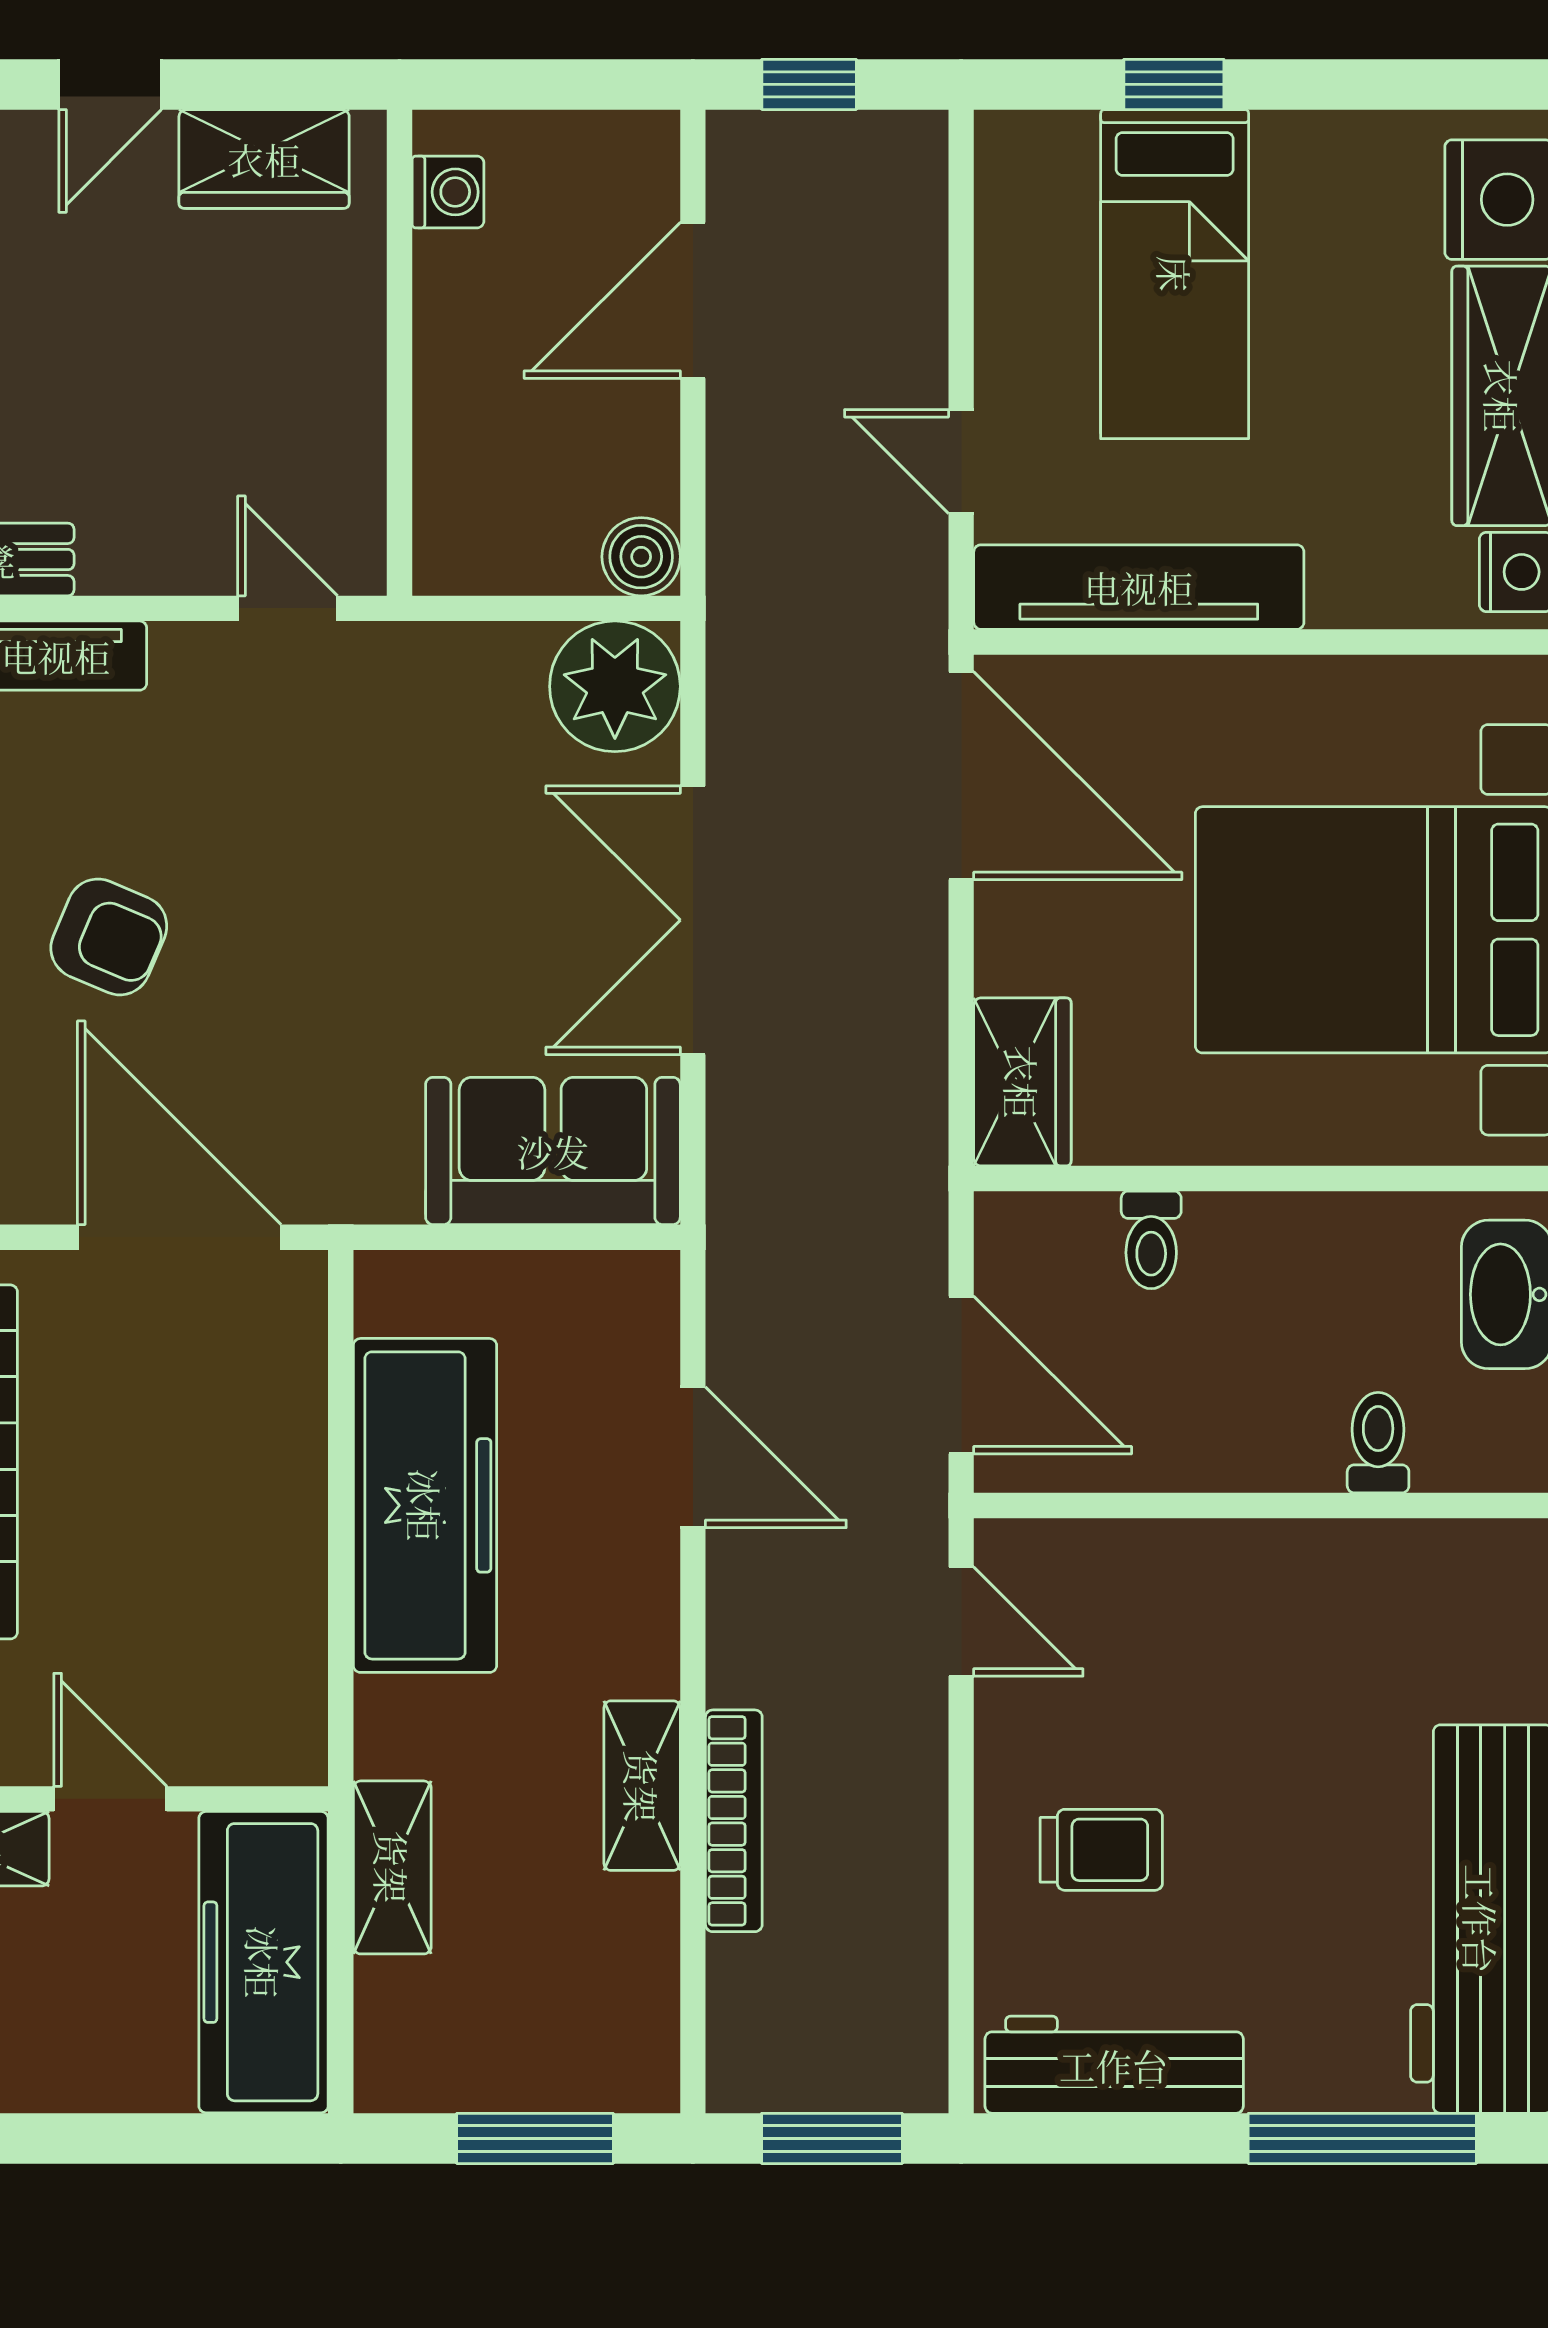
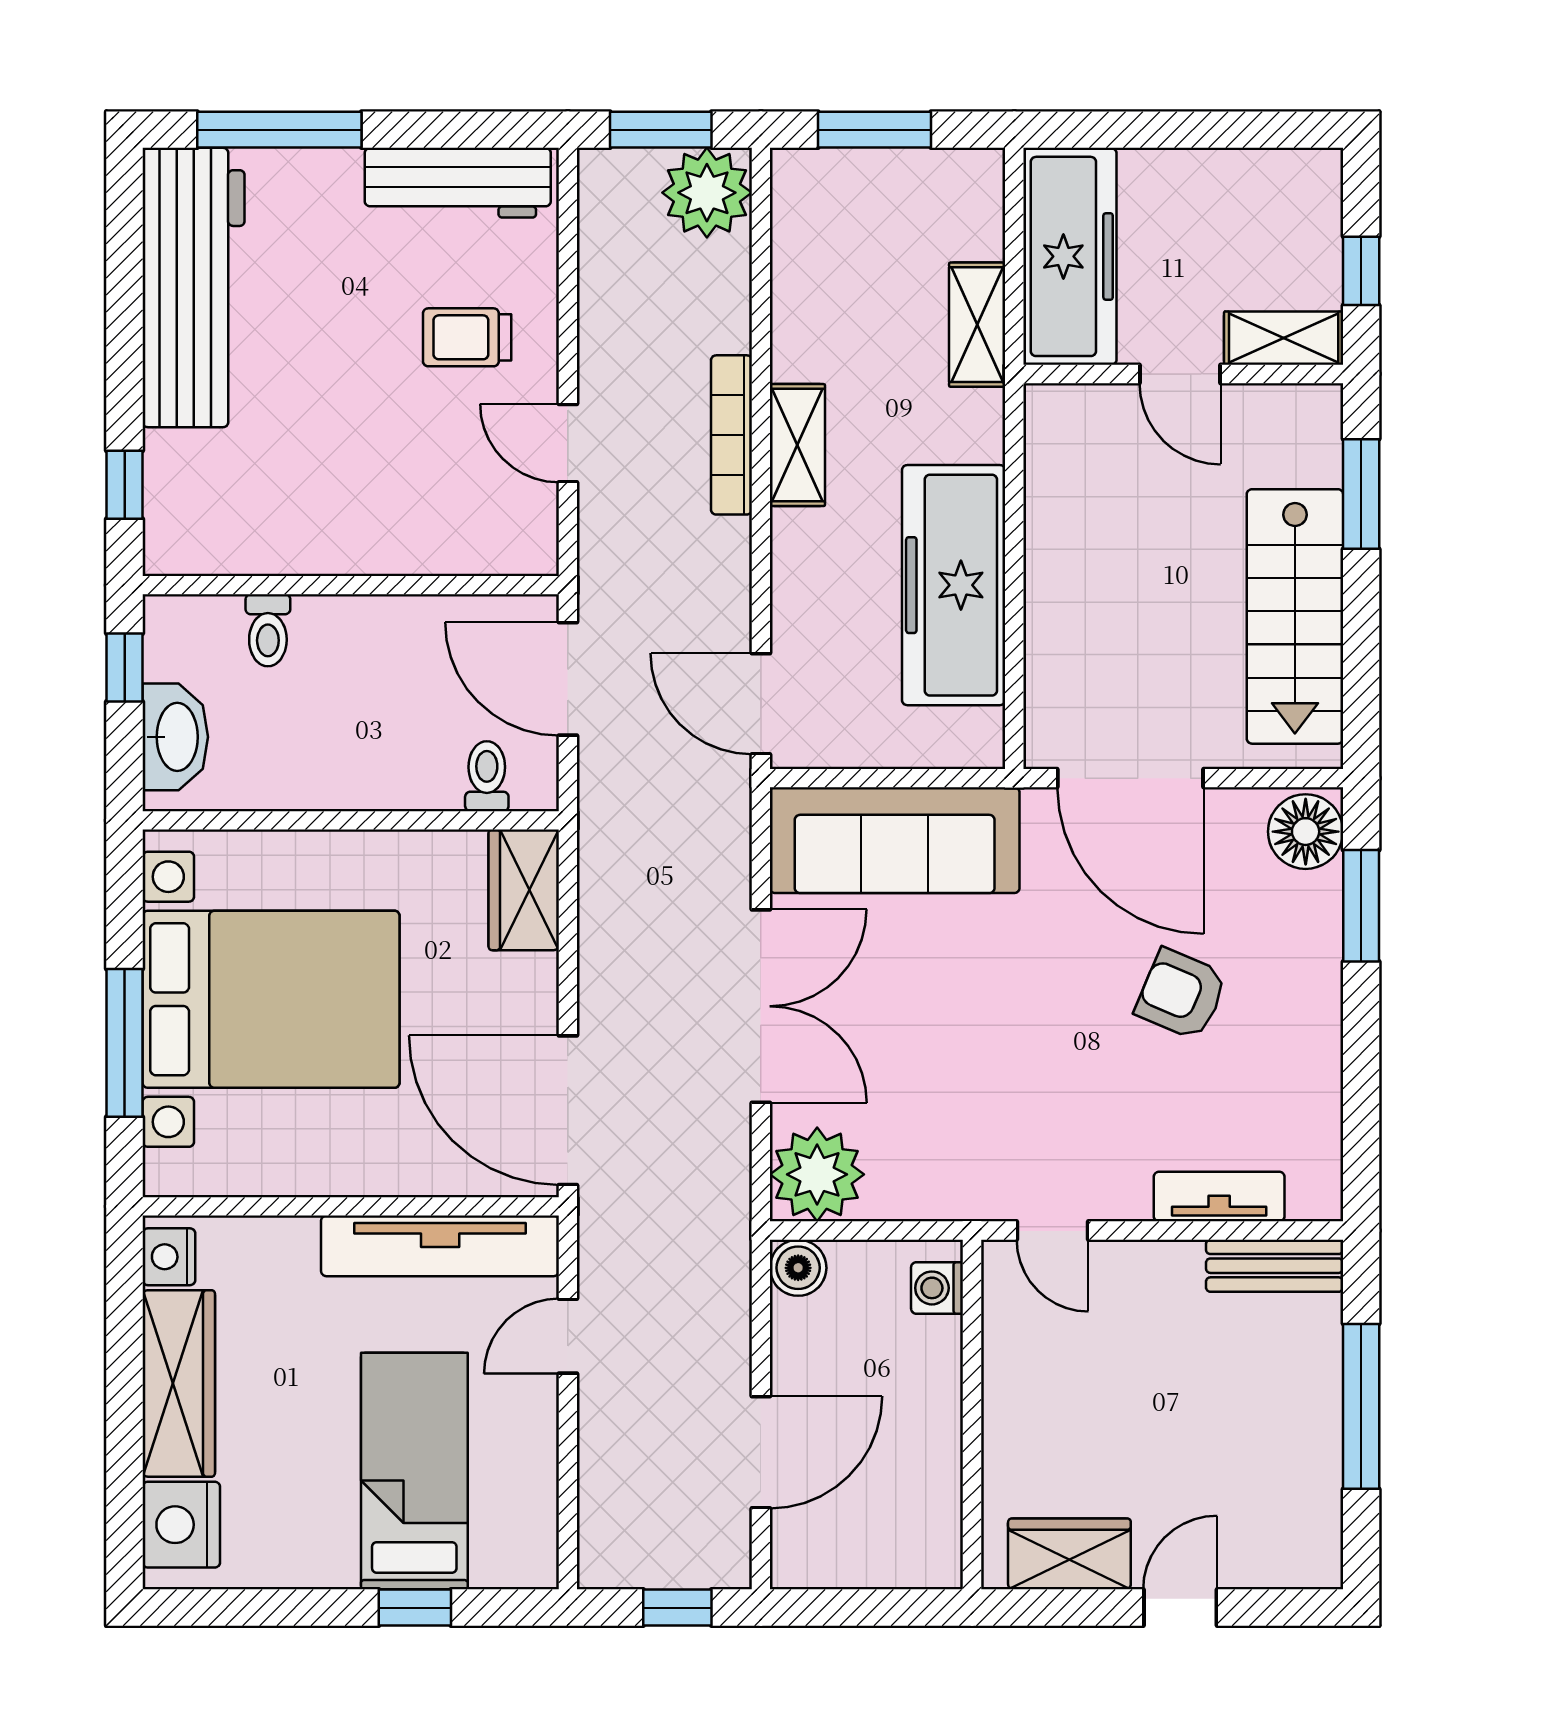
washing machine: (448, 192) -> (937, 1288), moved
door: (961, 462) -> (568, 1336), swing flipped
sofa: (553, 1151) -> (895, 840), width x1.36
toilet: (1151, 1240) -> (487, 776), moved
door: (693, 1457) -> (761, 704), moved
door: (961, 1622) -> (568, 443), moved
shelving: (642, 1786) -> (797, 445), moved
bookcase: (734, 1821) -> (731, 435), moved
plant: (768, 2051) -> (707, 193), added

